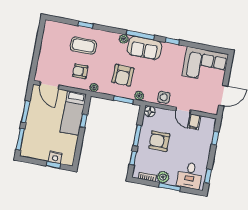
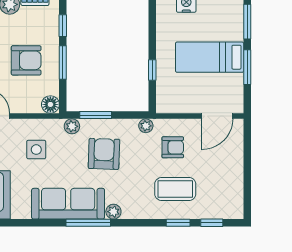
window: (172, 41) -> (212, 223), moved
sofa: (144, 48) -> (68, 204), width x1.36
door: (49, 85) -> (217, 116), swing flipped
side table: (164, 97) -> (36, 150), moved
bed: (73, 113) -> (210, 57), moved, turned -90

